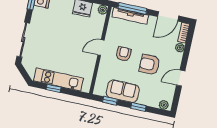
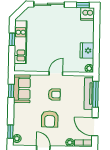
door: (101, 48) -> (56, 74), hinge flipped
armchair: (150, 64) -> (50, 119), turned 180
sofa: (123, 91) -> (22, 89), moved
window: (138, 107) -> (10, 132), moved

